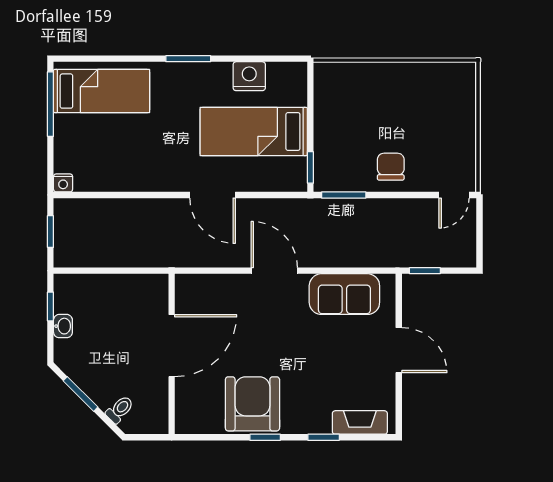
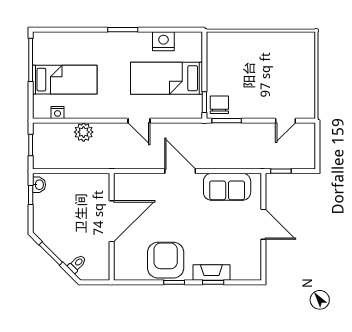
bed: (102, 91) -> (65, 80), moved
chair: (391, 167) -> (219, 105), moved
nightstand: (63, 183) -> (58, 113), moved
door: (213, 195) -> (139, 121), width x0.73
door: (454, 195) -> (286, 121), moved
plant: (130, 212) -> (84, 132), added
washbasin: (63, 326) -> (39, 185), moved
fireplace: (360, 422) -> (211, 273), moved

